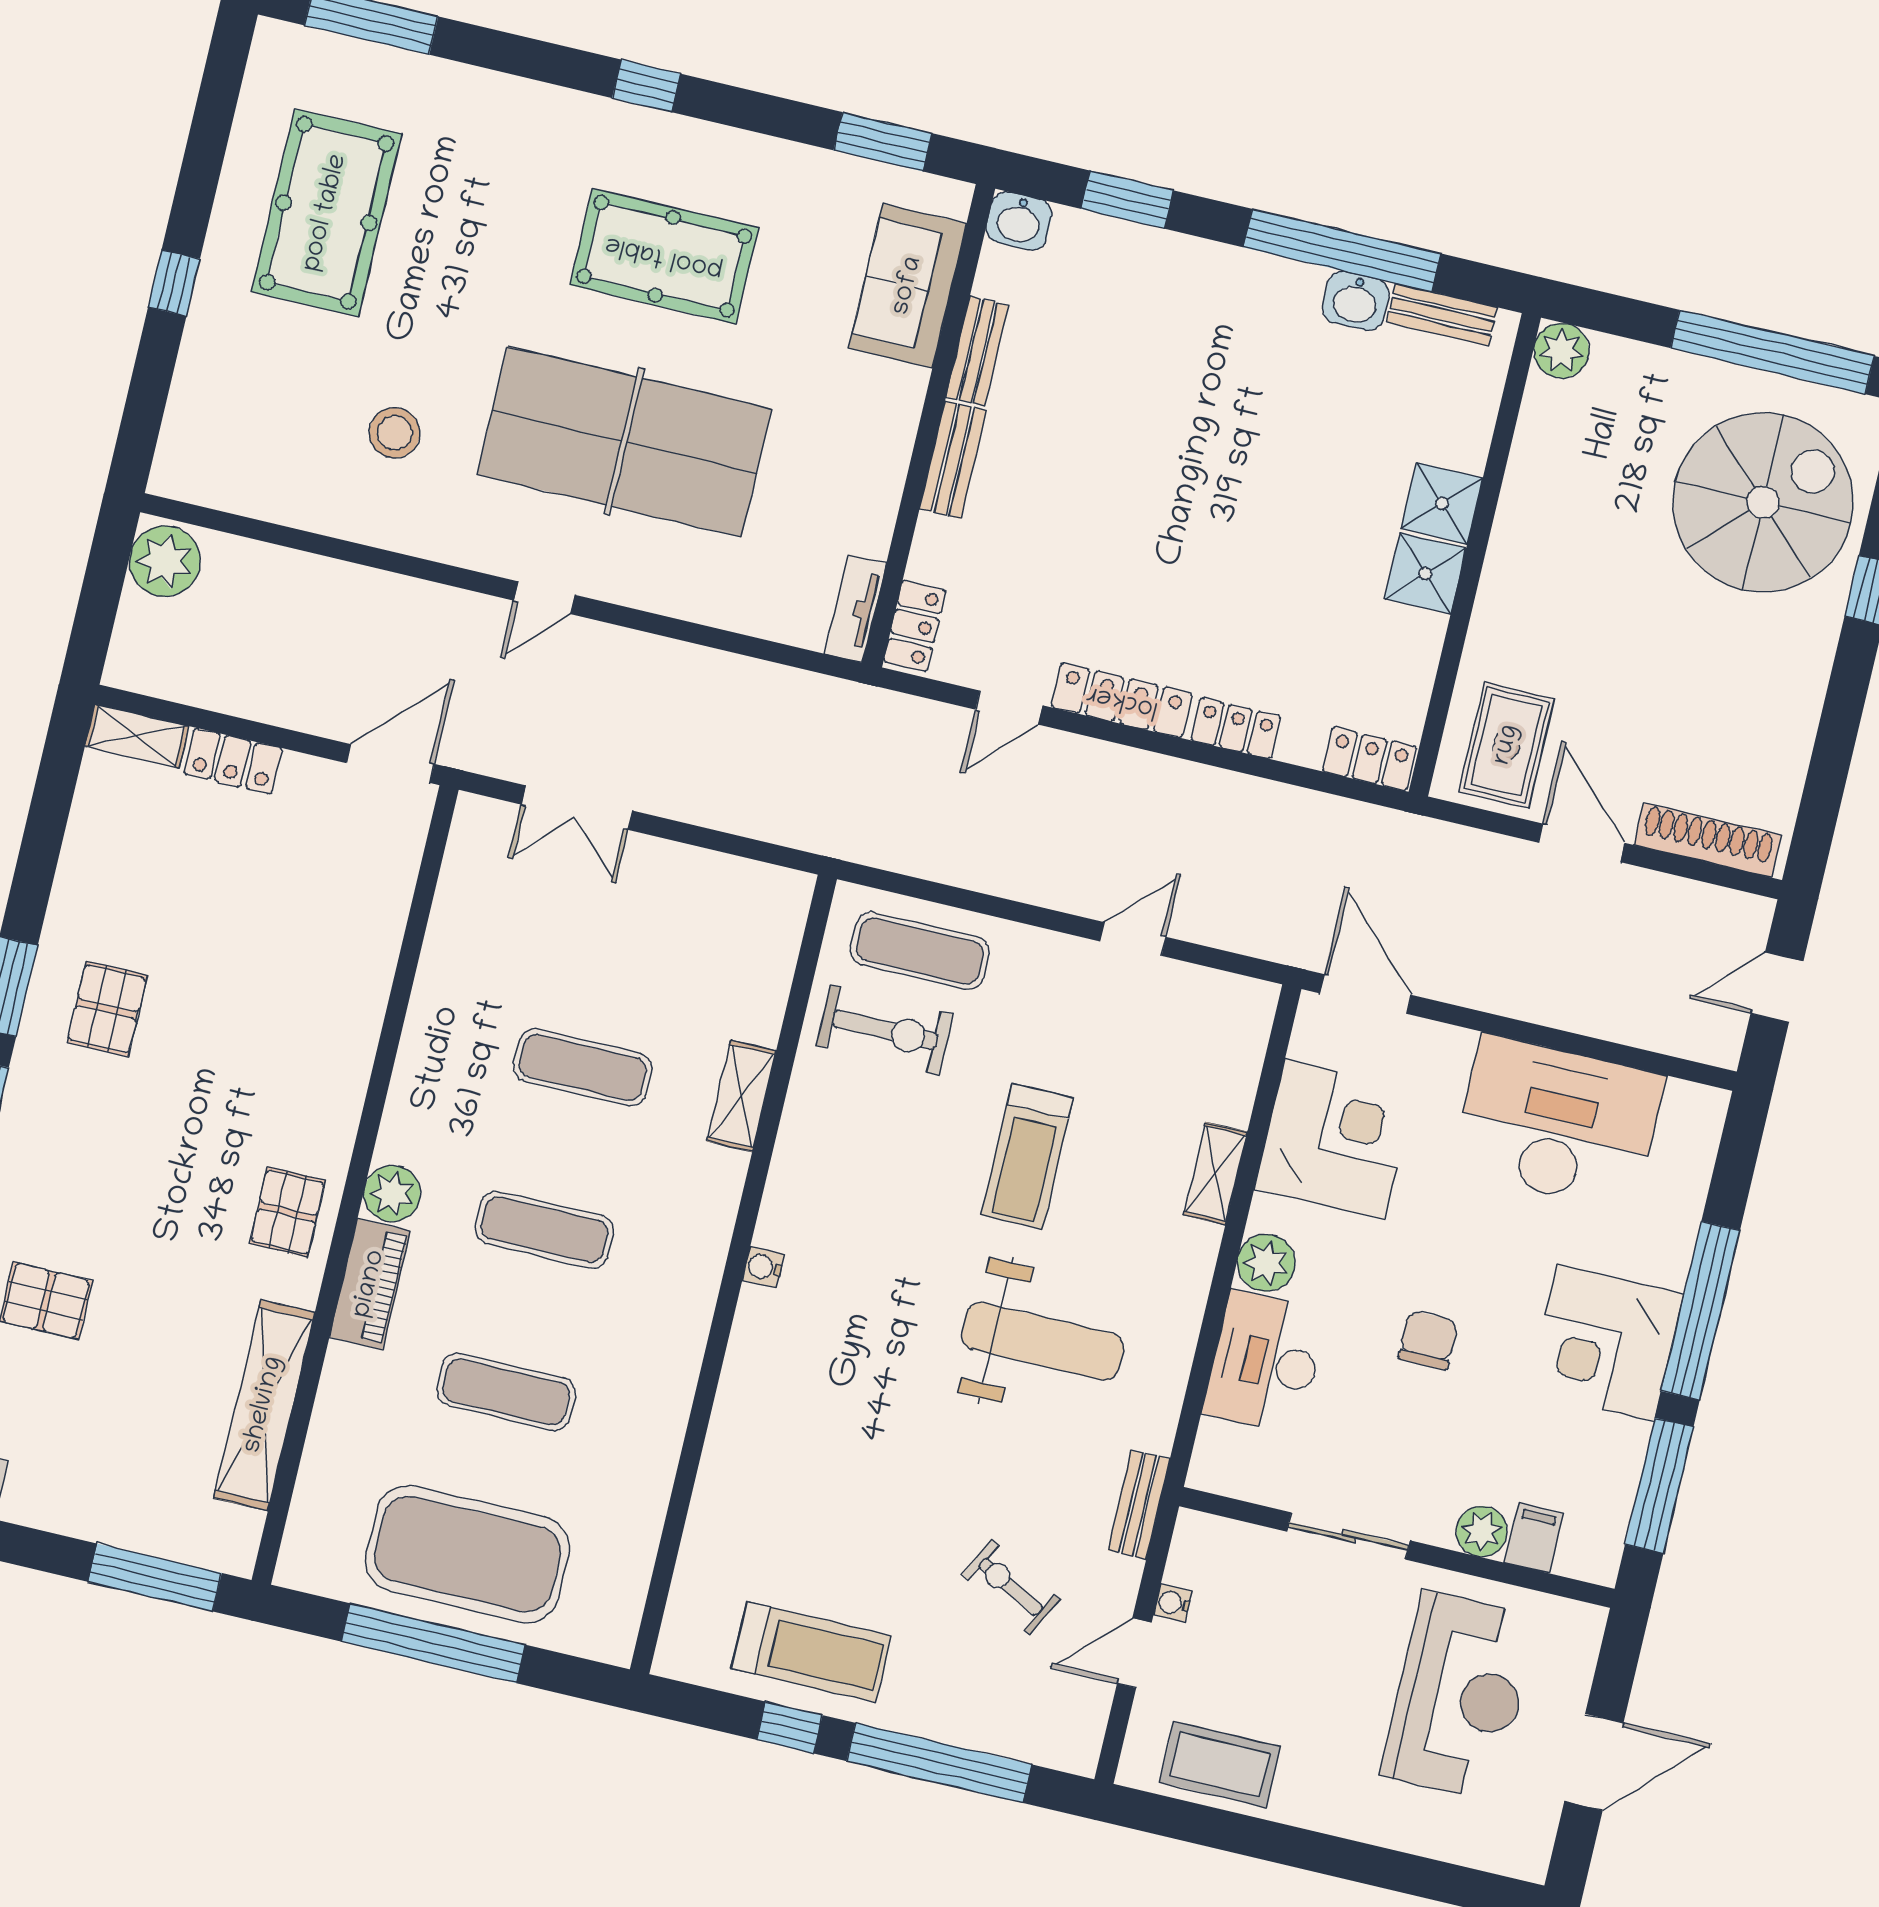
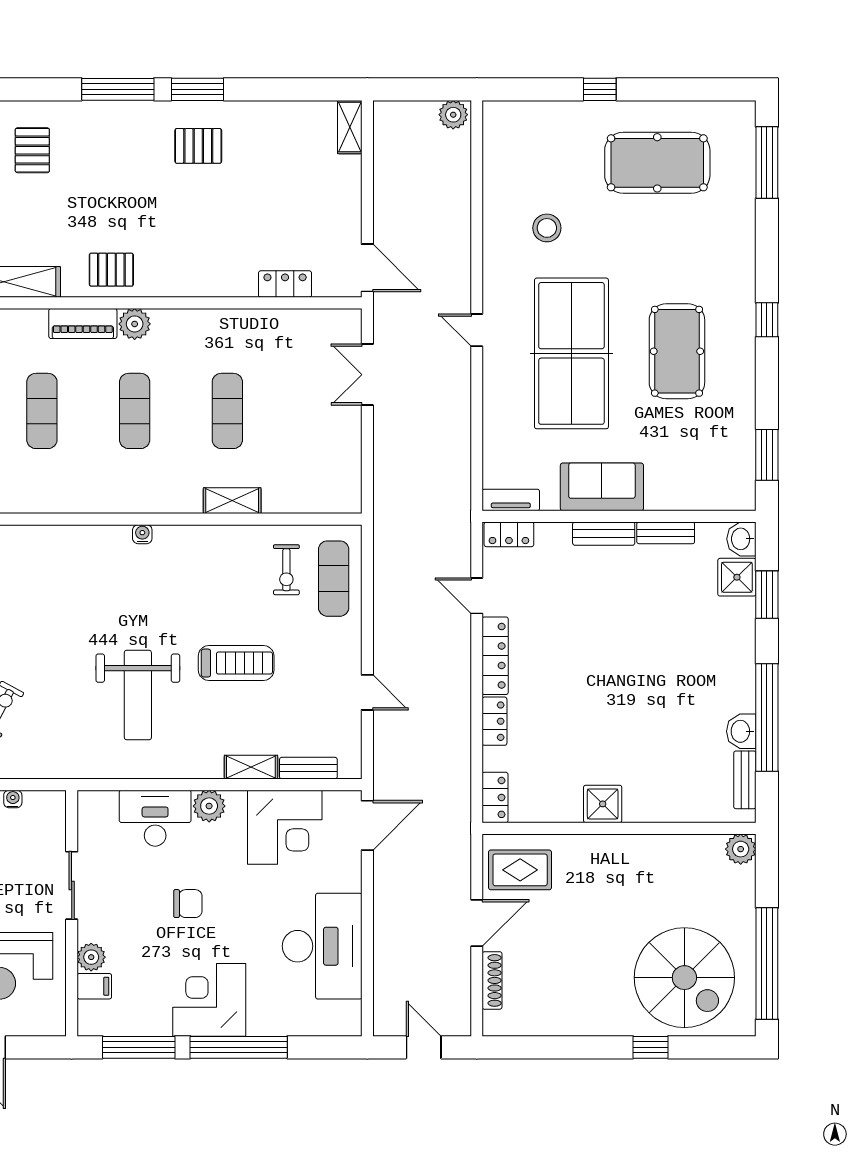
sofa: (908, 286) -> (602, 487), moved
shower: (1442, 503) -> (737, 577), moved
plant: (165, 561) -> (453, 115), width x0.73, depth x0.73
locker: (233, 761) -> (285, 284), moved, turned 90
shoe rack: (1707, 840) -> (492, 980), width x0.74, depth x0.81
exercise bike: (885, 1030) -> (286, 570), width x0.73, depth x0.72
treadmill: (1027, 1156) -> (236, 663), turned 180
bench: (1139, 1505) -> (308, 768), moved

